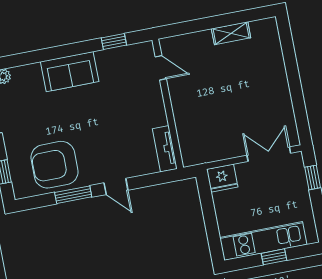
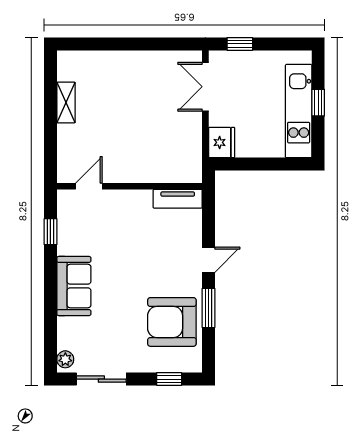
armchair: (54, 165) -> (172, 322), turned 90

